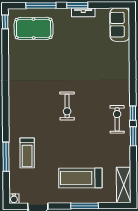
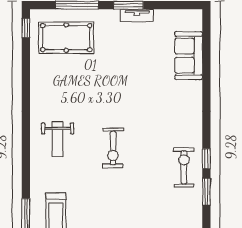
sofa: (120, 25) -> (189, 56), moved
weight bench: (28, 100) -> (58, 139), added

